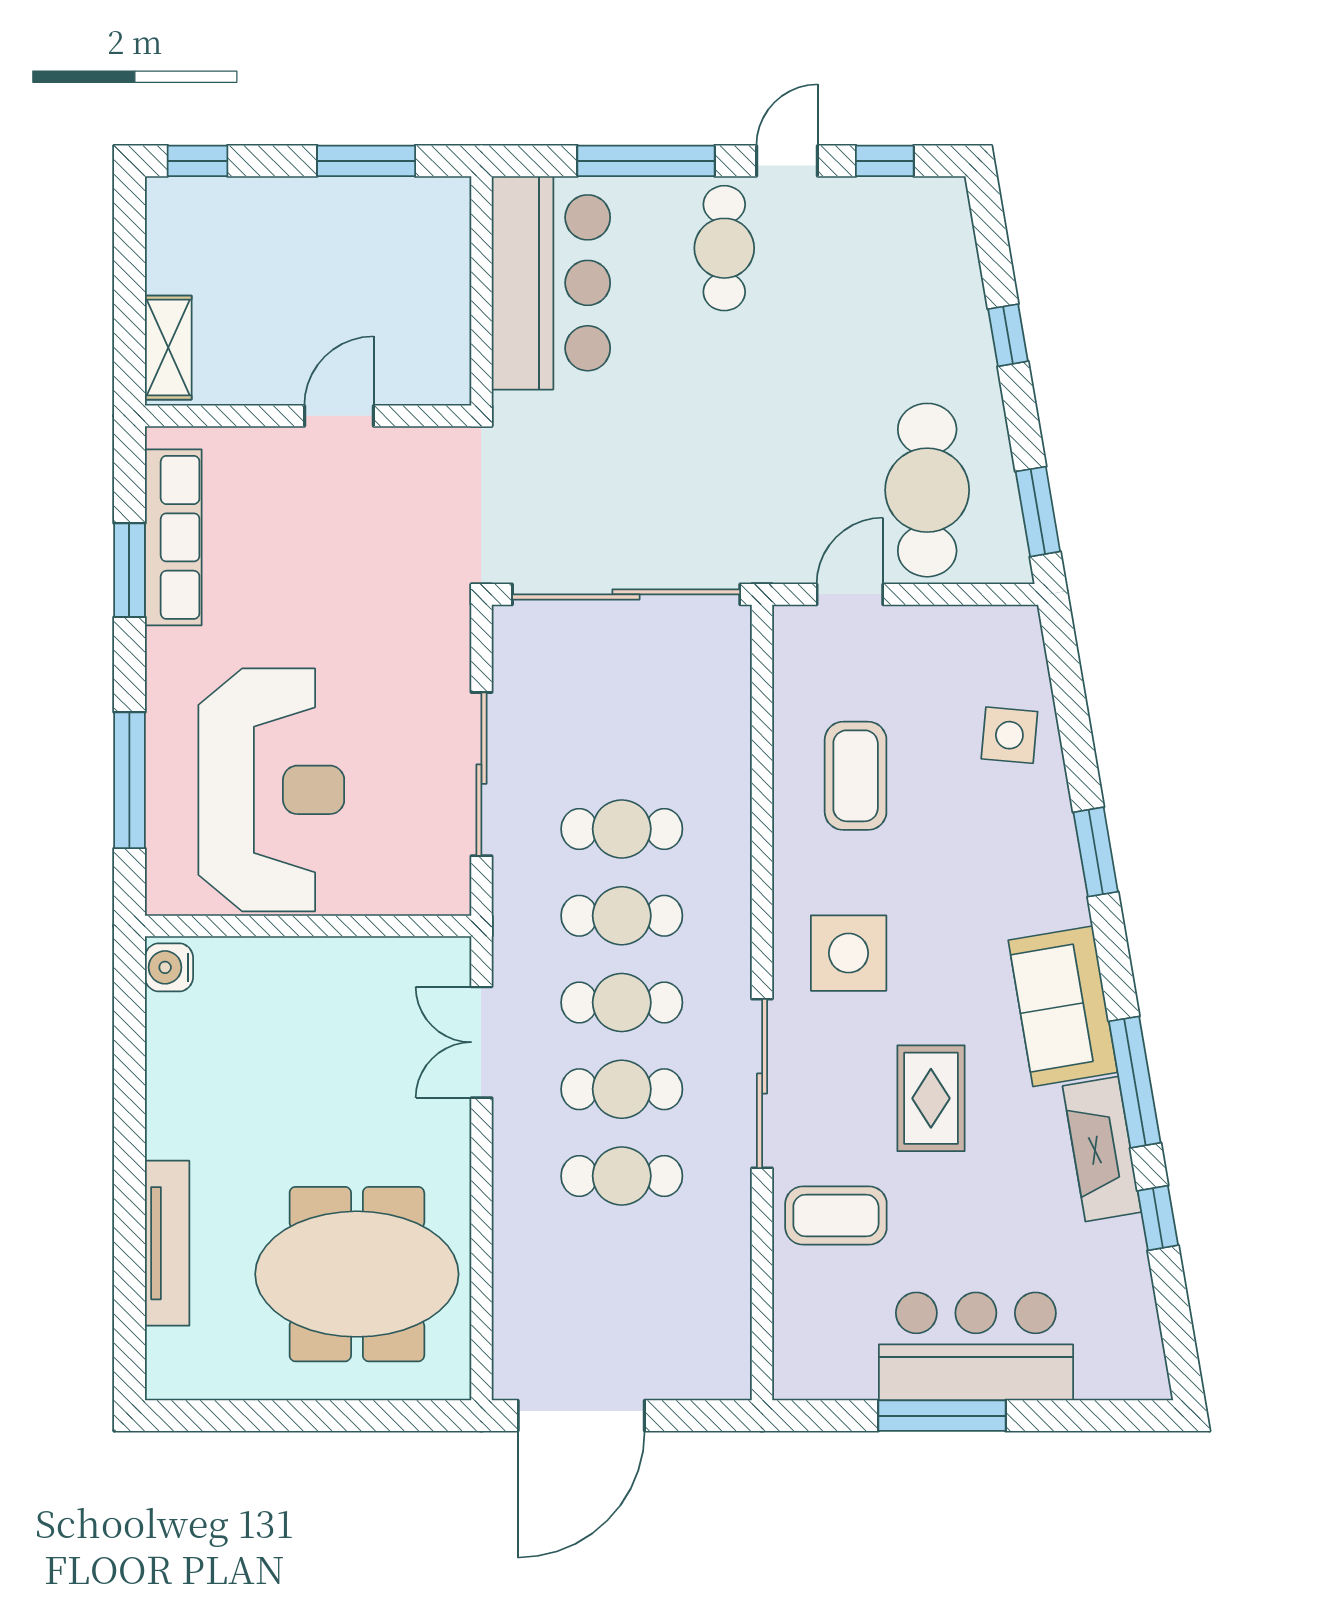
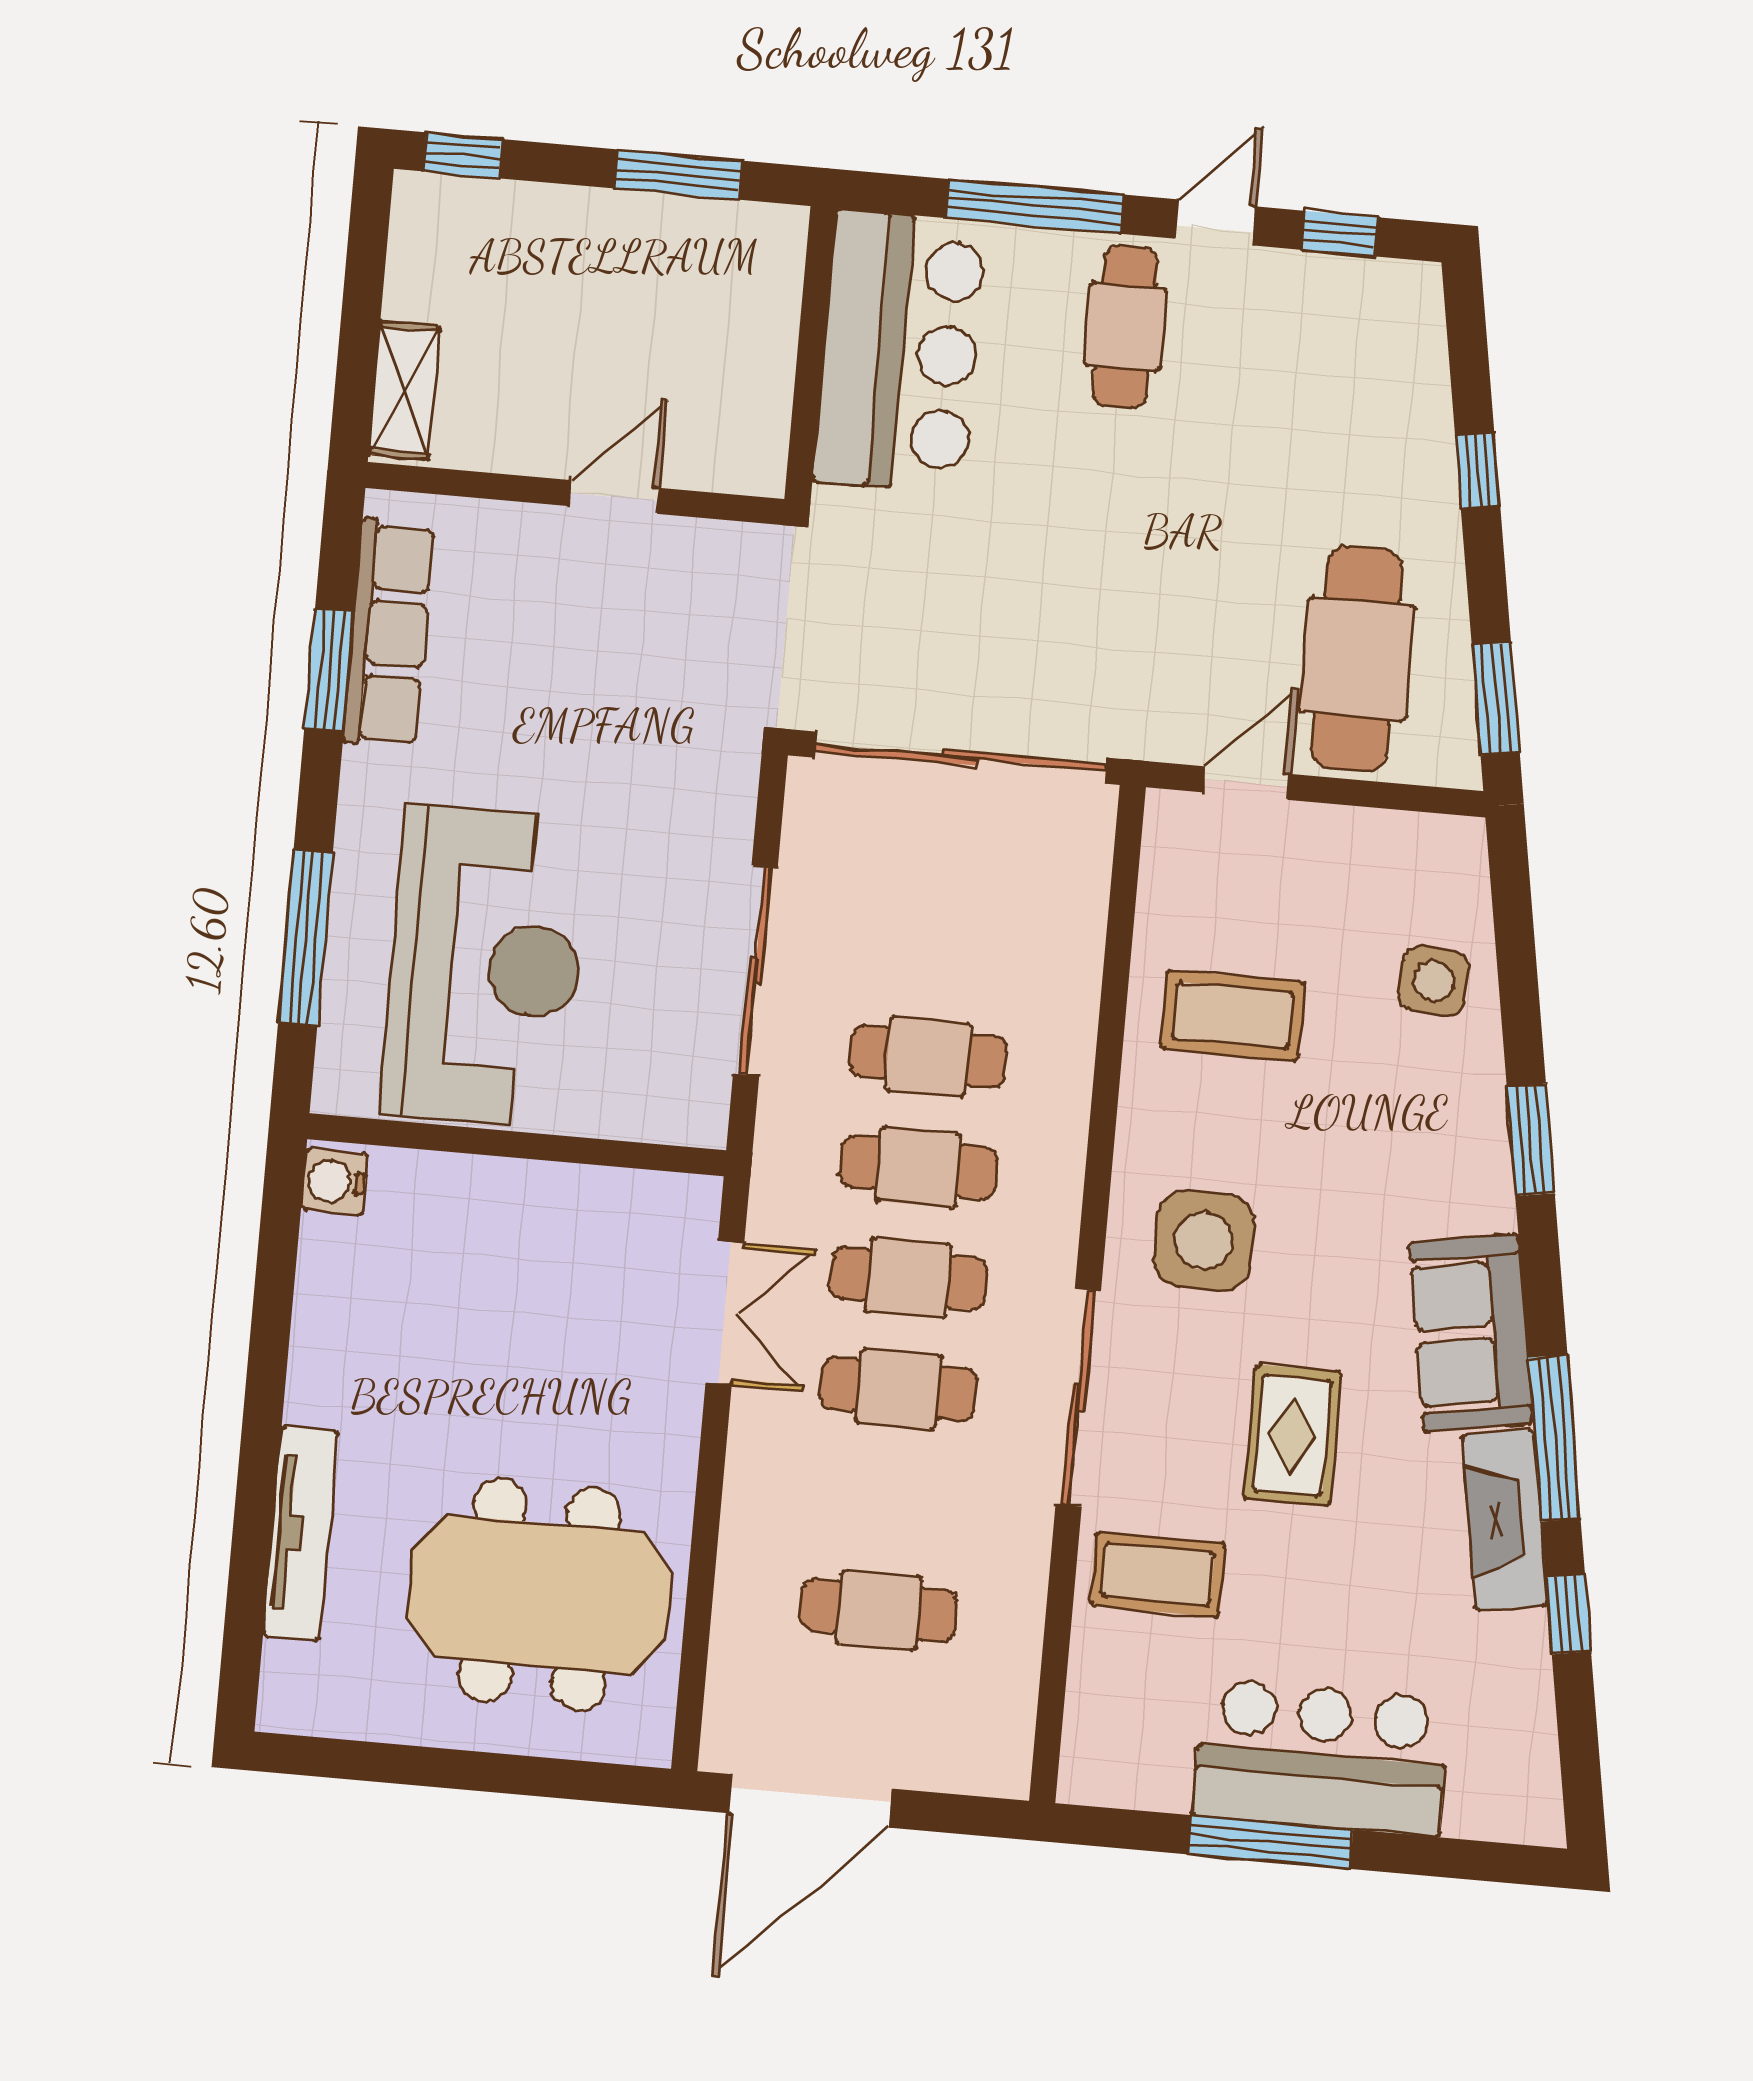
coffee table: (856, 776) -> (1233, 1015), turned 90
double door: (481, 1042) -> (725, 1313), swing flipped
cafe table: (622, 1176) -> (879, 1610), moved

